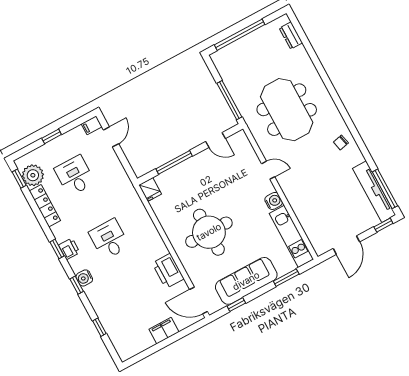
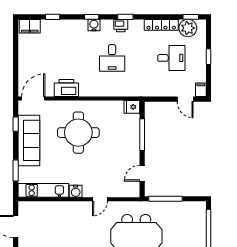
desk: (109, 239) -> (112, 58), turned 90
filing cabinet: (164, 331) -> (30, 26), moved, turned 90

